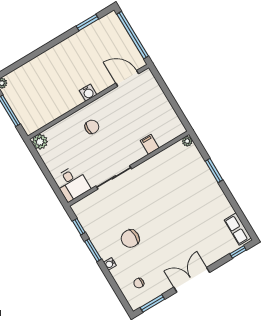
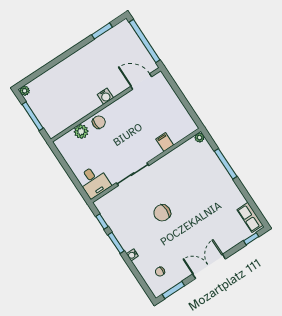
chair: (92, 127) -> (99, 122), moved
plant: (40, 142) -> (81, 131), moved
window: (214, 171) -> (226, 164), width x1.44
chair: (130, 239) -> (162, 213), moved

